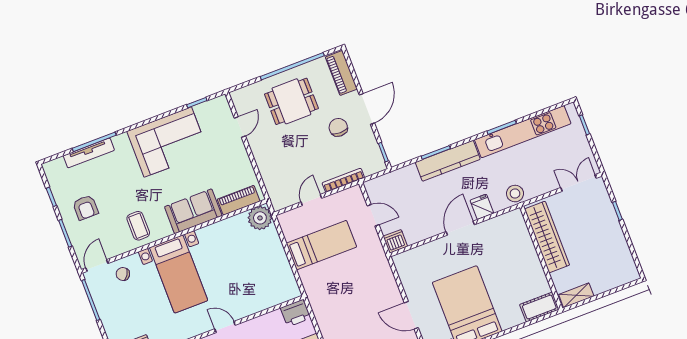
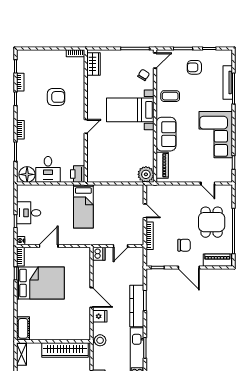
bed: (321, 245) -> (83, 206), moved
door: (97, 266) -> (155, 61), hinge flipped

